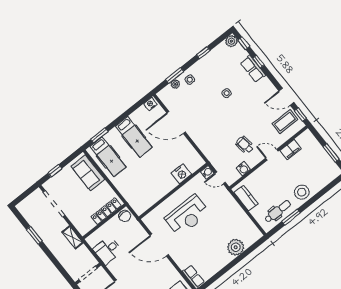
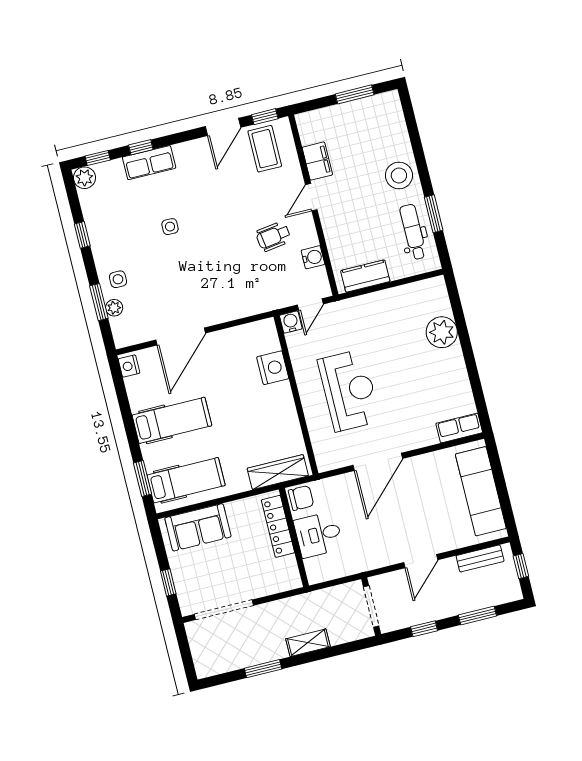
wardrobe: (132, 199) -> (278, 472), added
shelving: (72, 237) -> (308, 643), moved
desk: (108, 250) -> (318, 535), moved, turned 90

